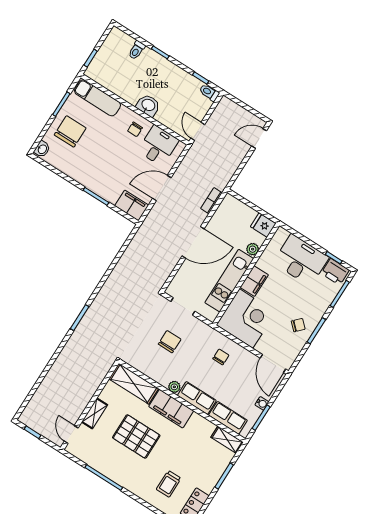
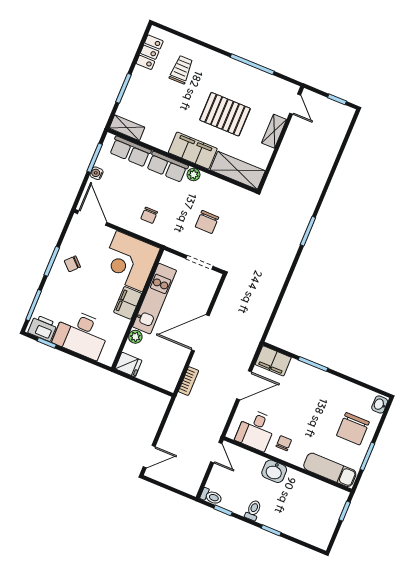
toilet: (137, 50) -> (253, 510), moved

